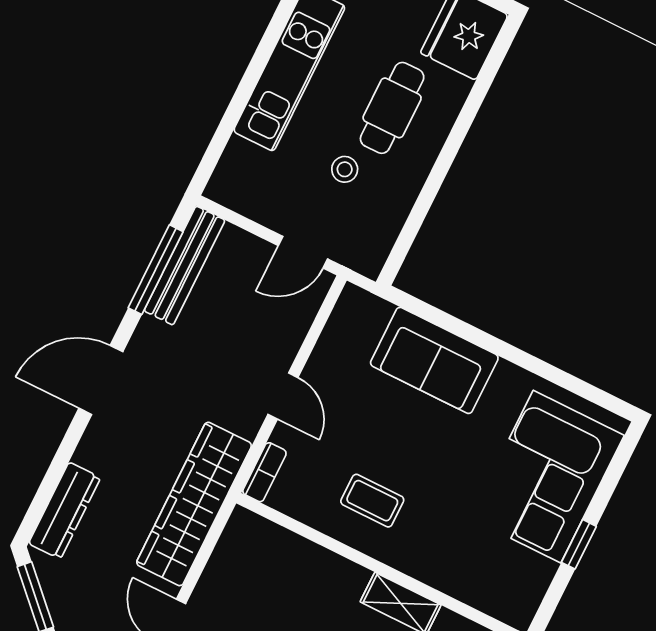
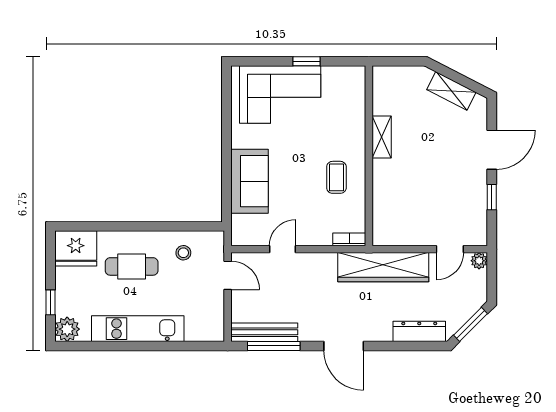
stool: (345, 169) -> (183, 253), moved
door: (283, 396) -> (283, 249), moved

